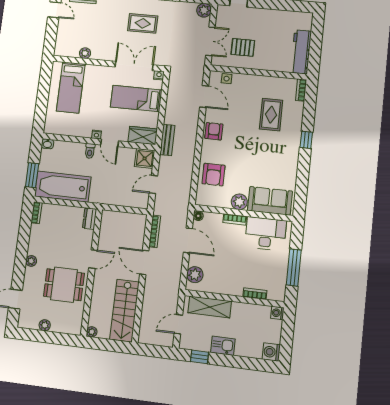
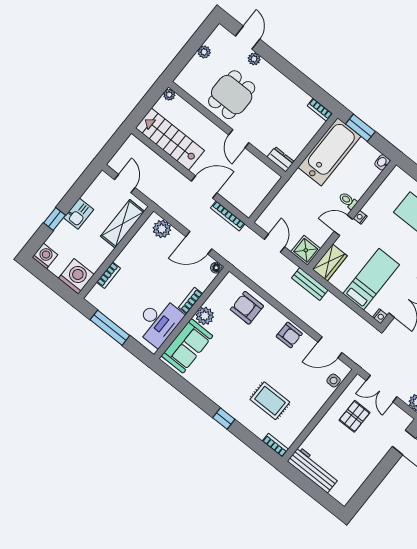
plant: (31, 261) -> (254, 59), moved
washing machine: (277, 313) -> (76, 276), width x1.89, depth x1.89
window: (199, 357) -> (55, 219), moved

